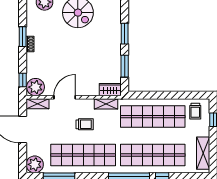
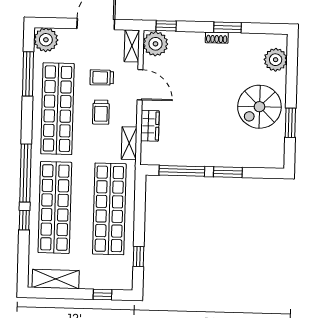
window: (125, 66) -> (182, 171), width x1.44
wardrobe: (110, 90) -> (150, 126), moved
window: (186, 95) -> (138, 256), added
trolley: (195, 111) -> (102, 77), moved

